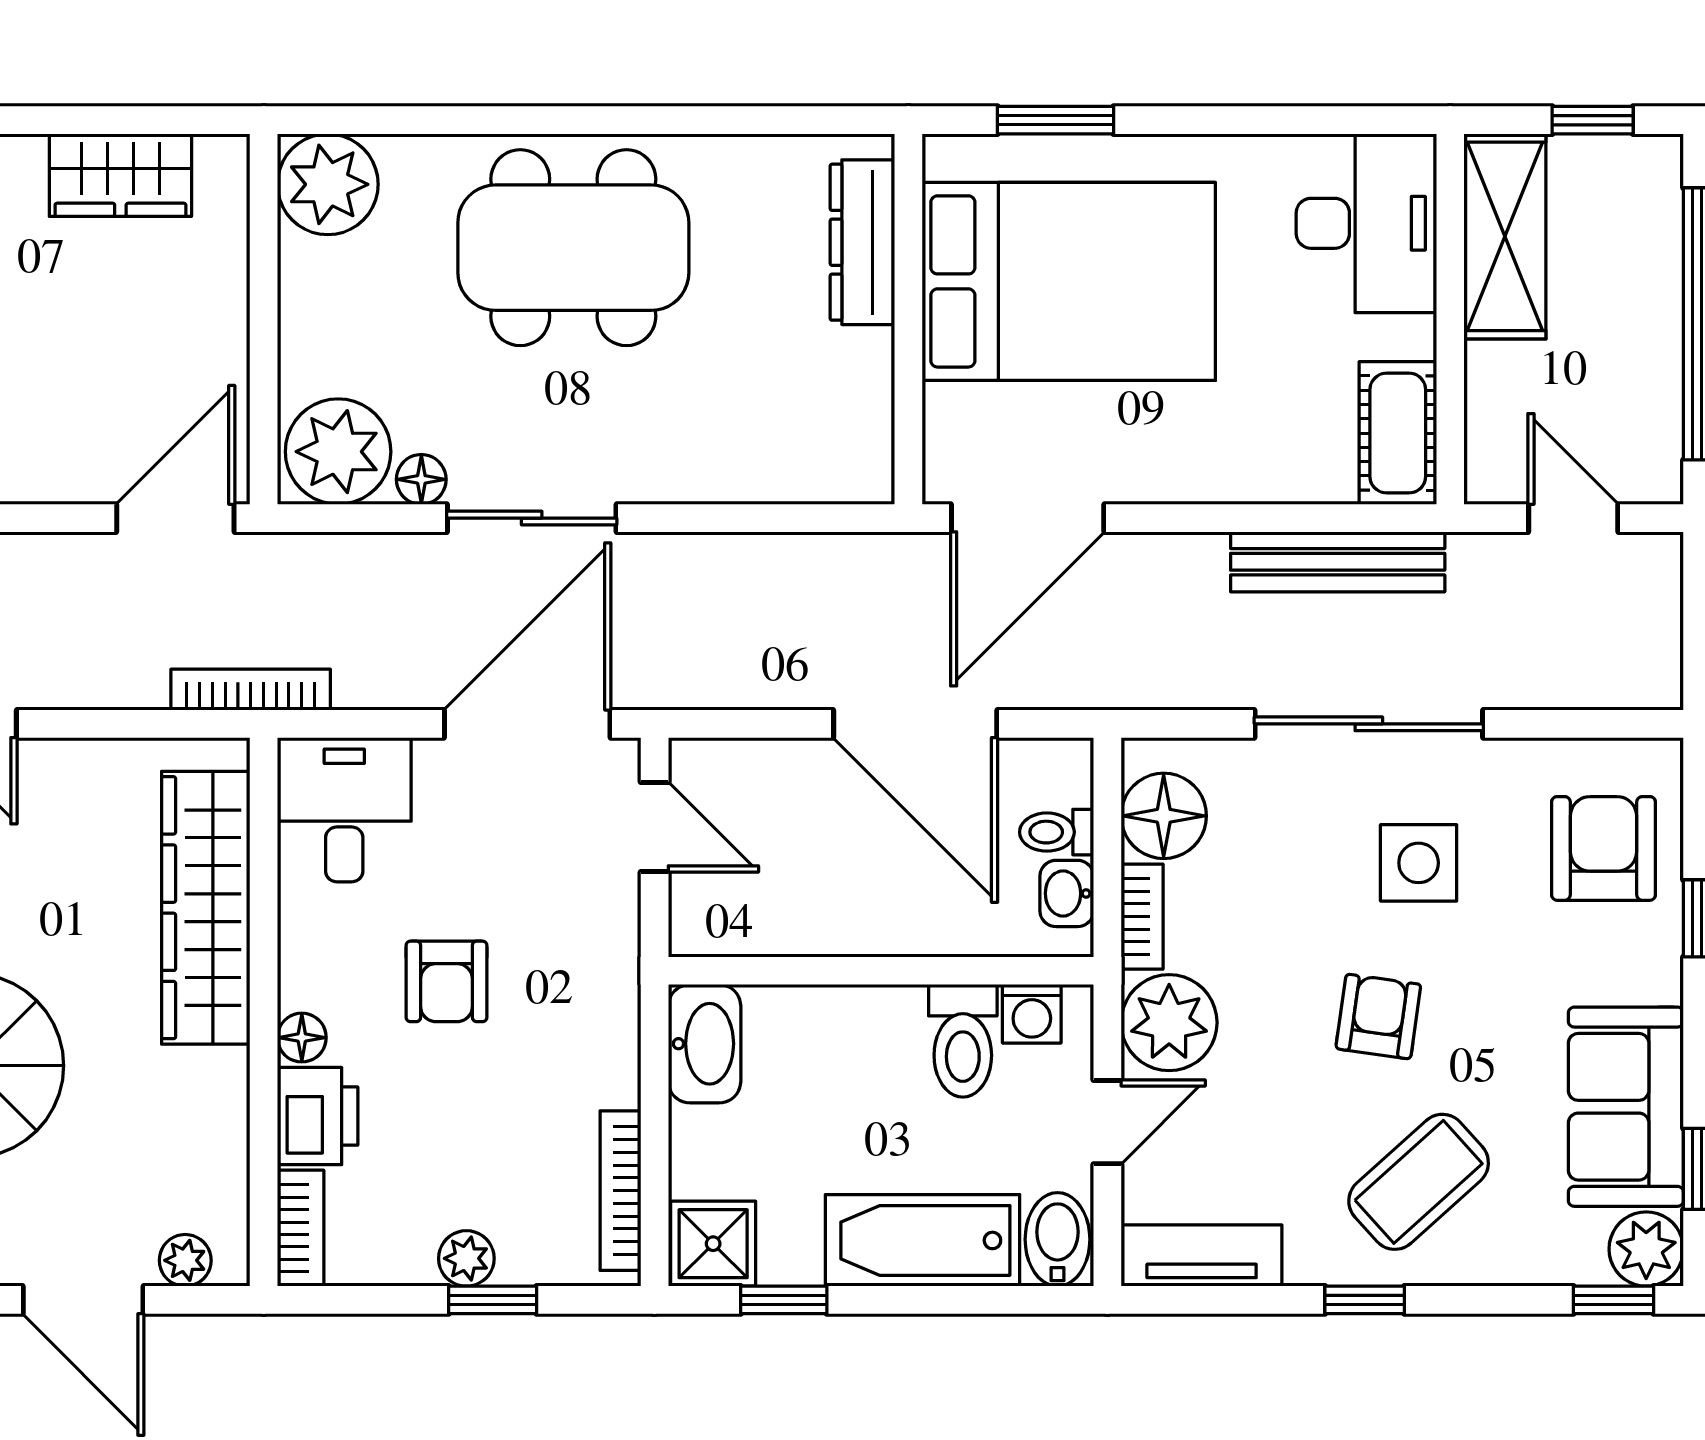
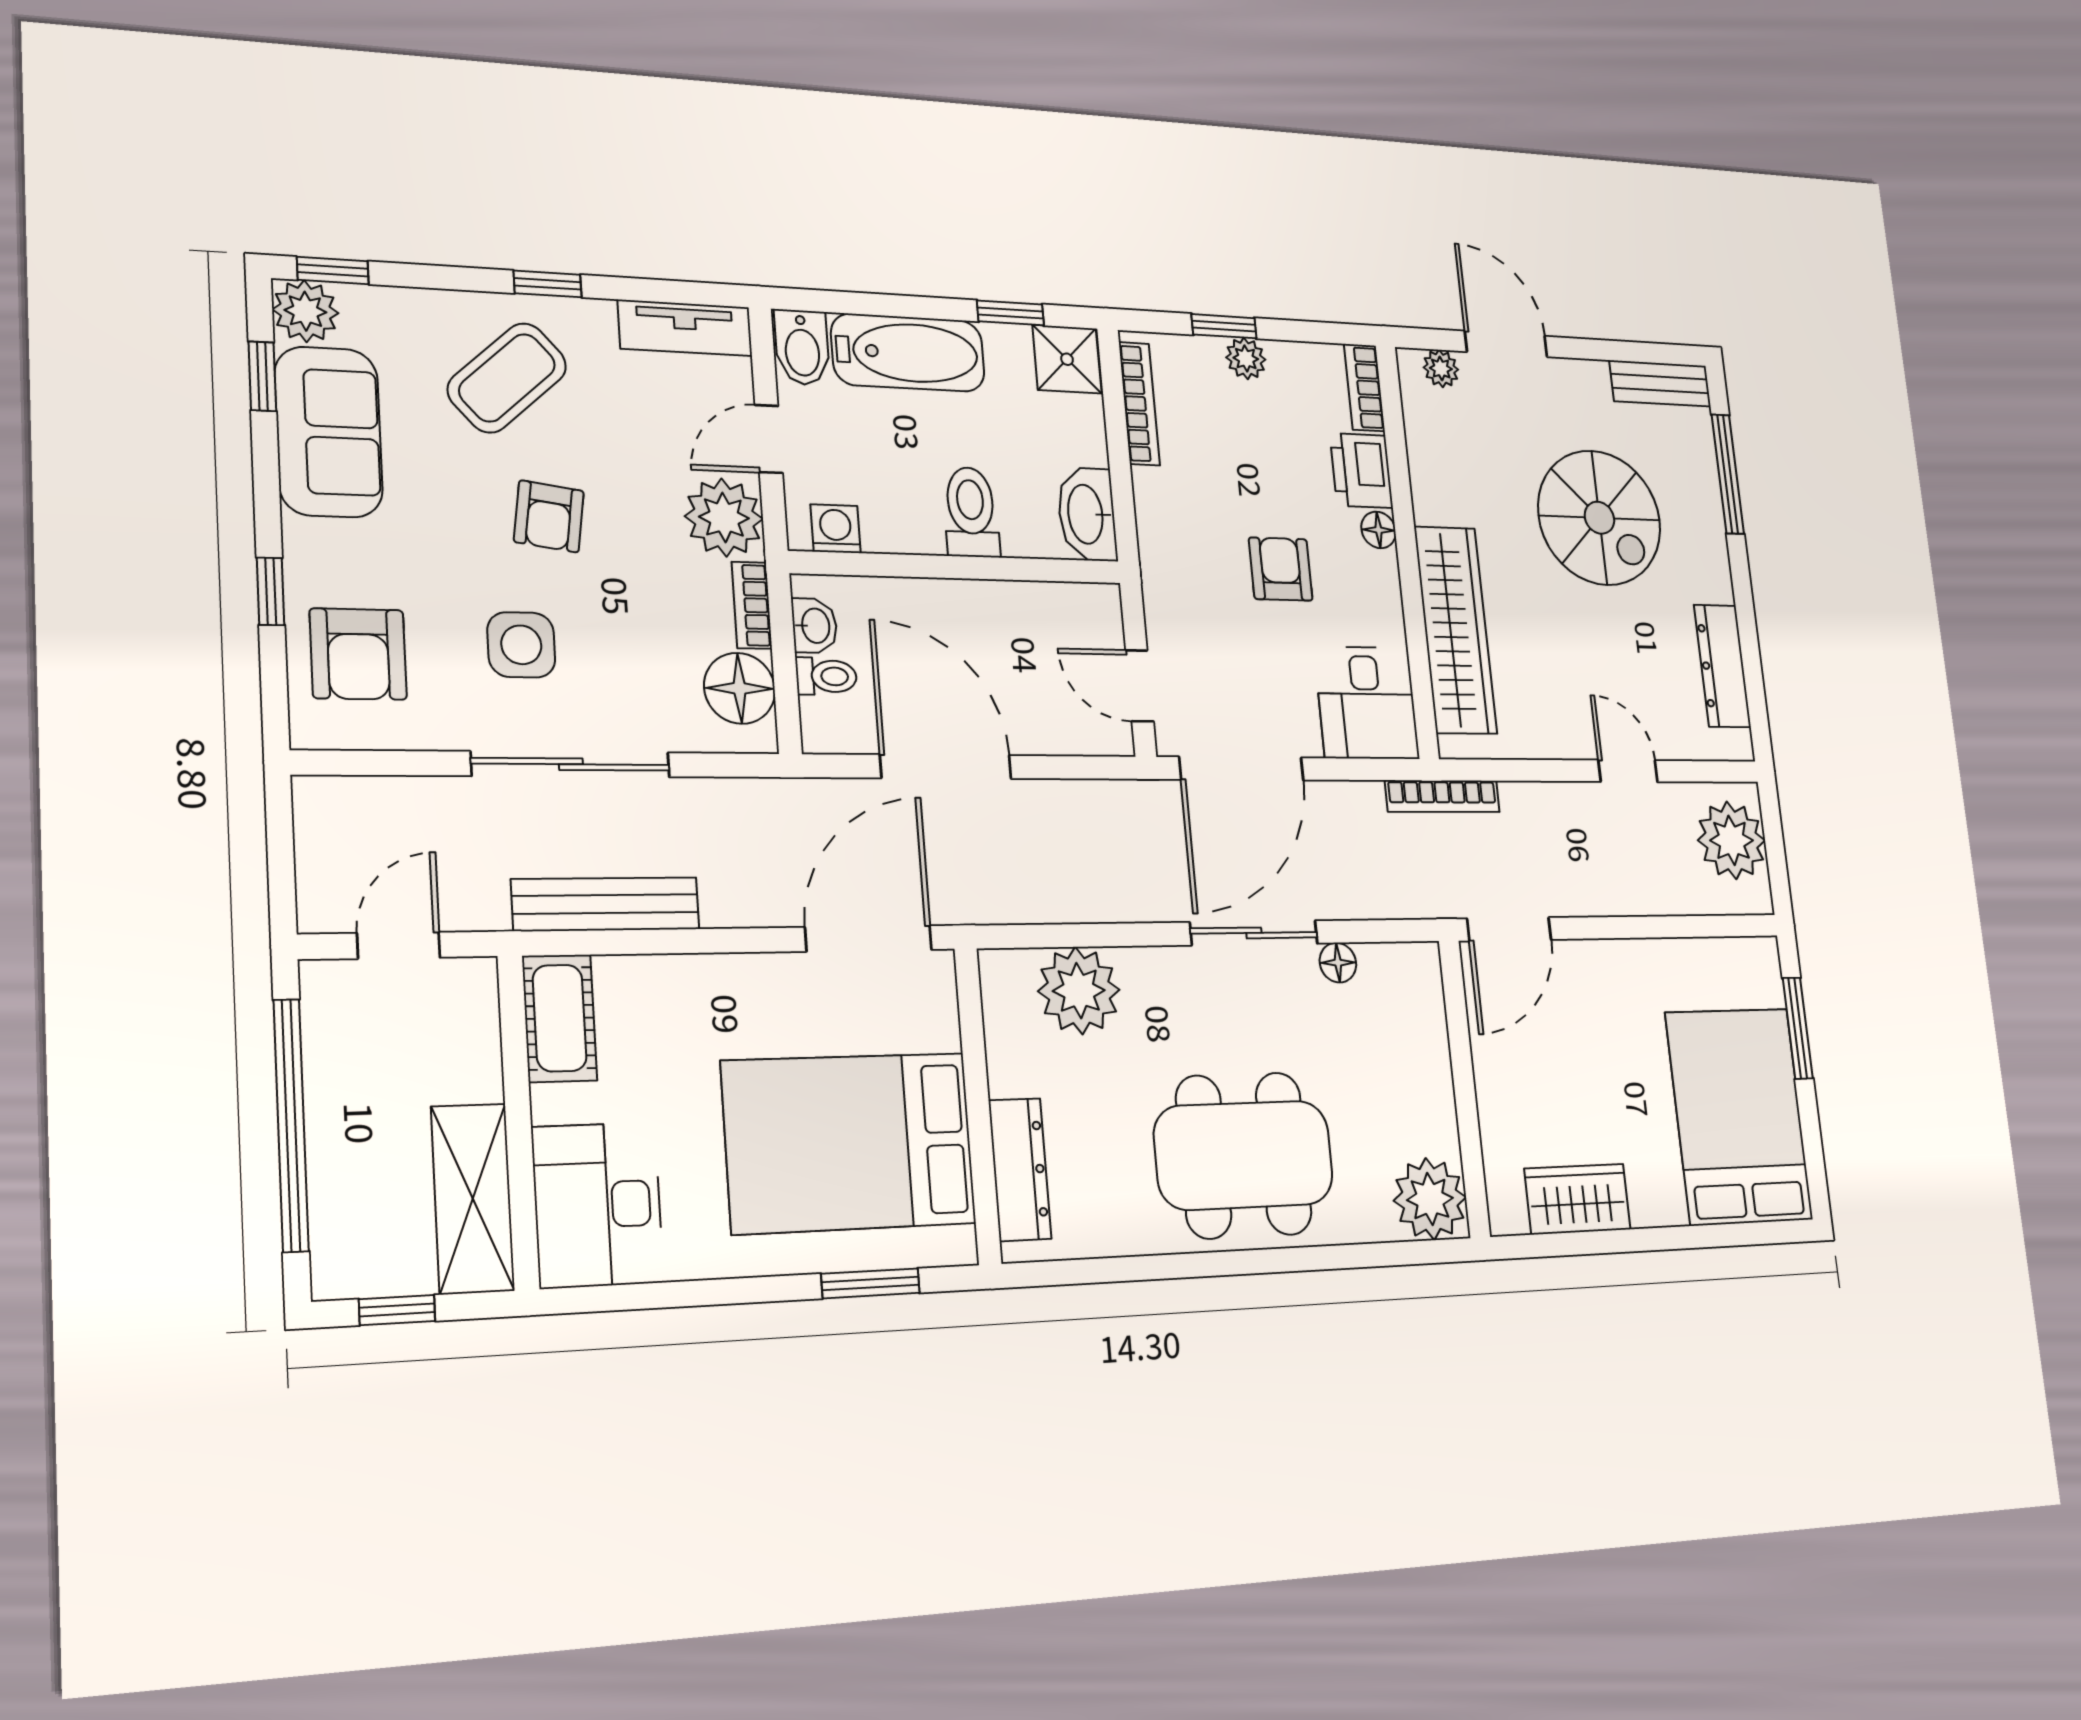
plant: (338, 452) -> (1079, 991), moved
door: (1573, 518) -> (399, 945), swing flipped
toilet: (963, 1041) -> (971, 512), moved

